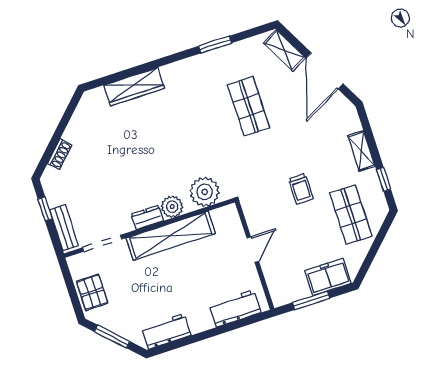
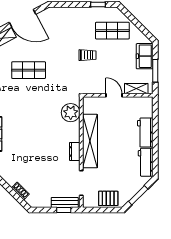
shelving: (361, 151) -> (136, 89), moved
plant: (172, 207) -> (73, 135), removed
window: (45, 209) -> (64, 210), moved
workbench: (235, 308) -> (145, 133), moved

